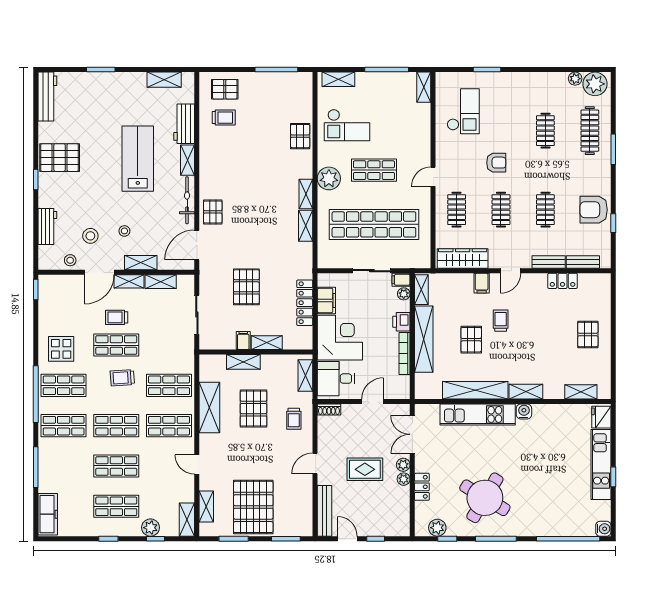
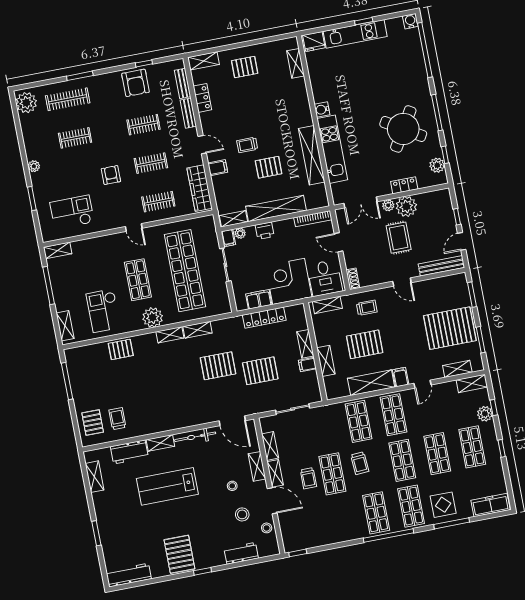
plant: (575, 79) -> (34, 166), moved
checkout: (347, 125) -> (103, 311), turned 180
pallet: (213, 212) -> (218, 366), moved, width x1.50, depth x1.42
display table: (61, 349) -> (443, 505), moved
bookcase: (404, 353) -> (313, 219), moved
shelving: (526, 392) -> (204, 61), moved, turned 90
filing cabinet: (209, 442) -> (401, 377), added
plant: (404, 479) -> (406, 206), width x1.88, depth x1.88

